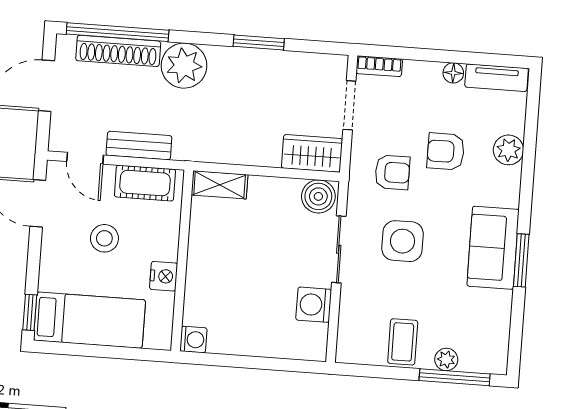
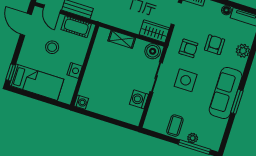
armchair: (446, 151) -> (215, 45), turned 90
shelving: (220, 185) -> (122, 39), moved
sofa: (493, 248) -> (226, 93), width x1.36

